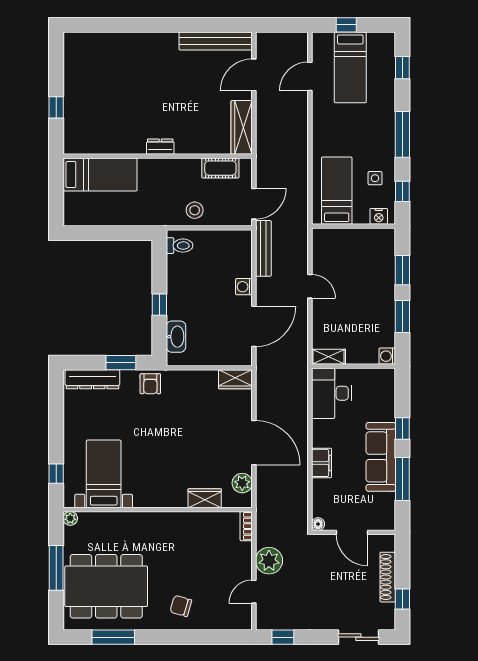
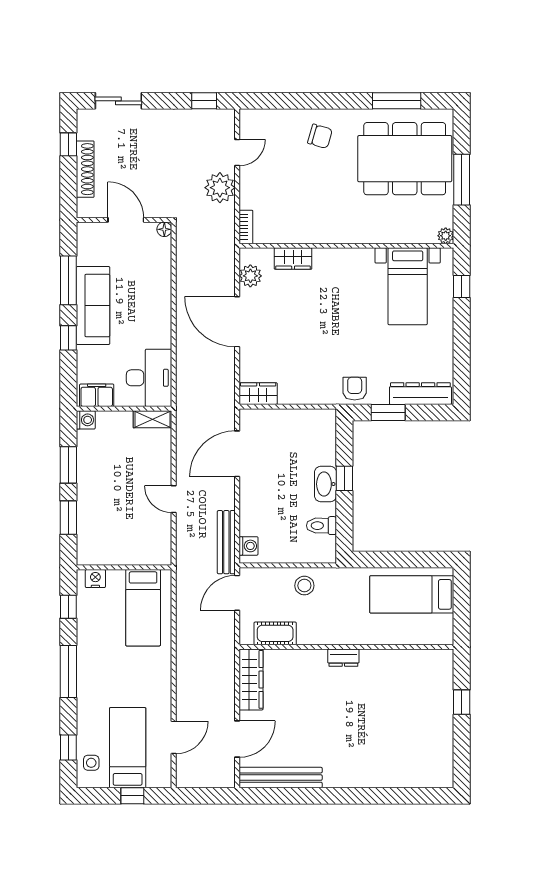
bed: (100, 175) -> (412, 594), moved
side table: (375, 178) -> (91, 763), moved
toilet: (180, 246) -> (322, 526), moved
washing machine: (244, 287) -> (249, 546), moved
washbasin: (176, 337) -> (326, 484), moved
filing cabinet: (322, 463) -> (97, 395), moved, turned 90

